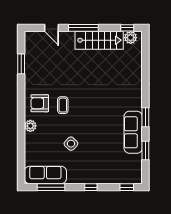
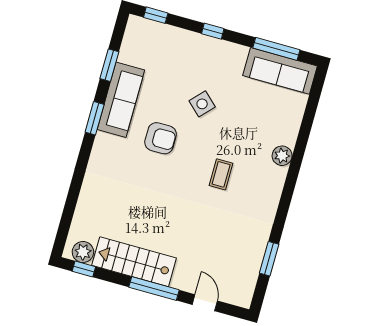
armchair: (40, 103) -> (161, 138), moved
side table: (71, 144) -> (202, 104), moved

